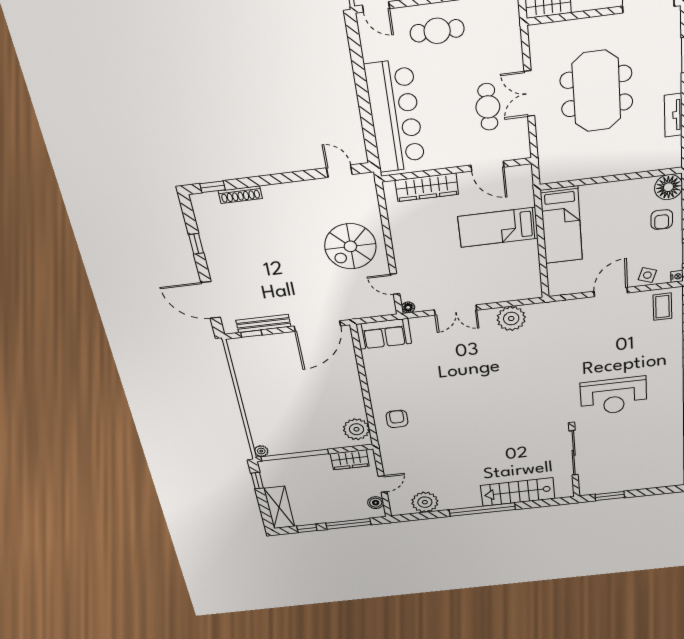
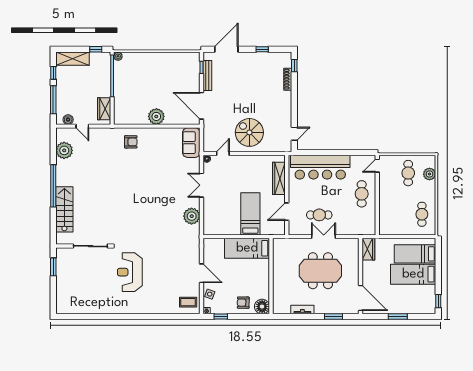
plant: (356, 429) -> (156, 116), moved

